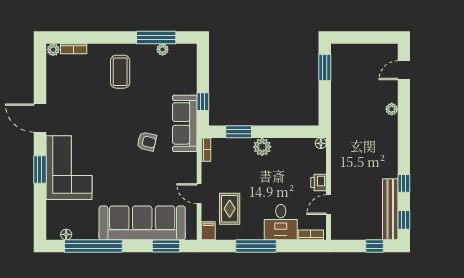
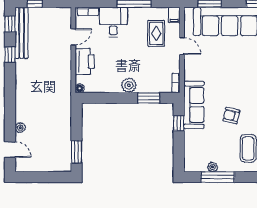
door: (404, 70) -> (10, 150), hinge flipped
plant: (392, 109) -> (20, 128), moved
armchair: (147, 142) -> (231, 116), moved
printer: (319, 183) -> (85, 62), width x1.87, depth x1.48

